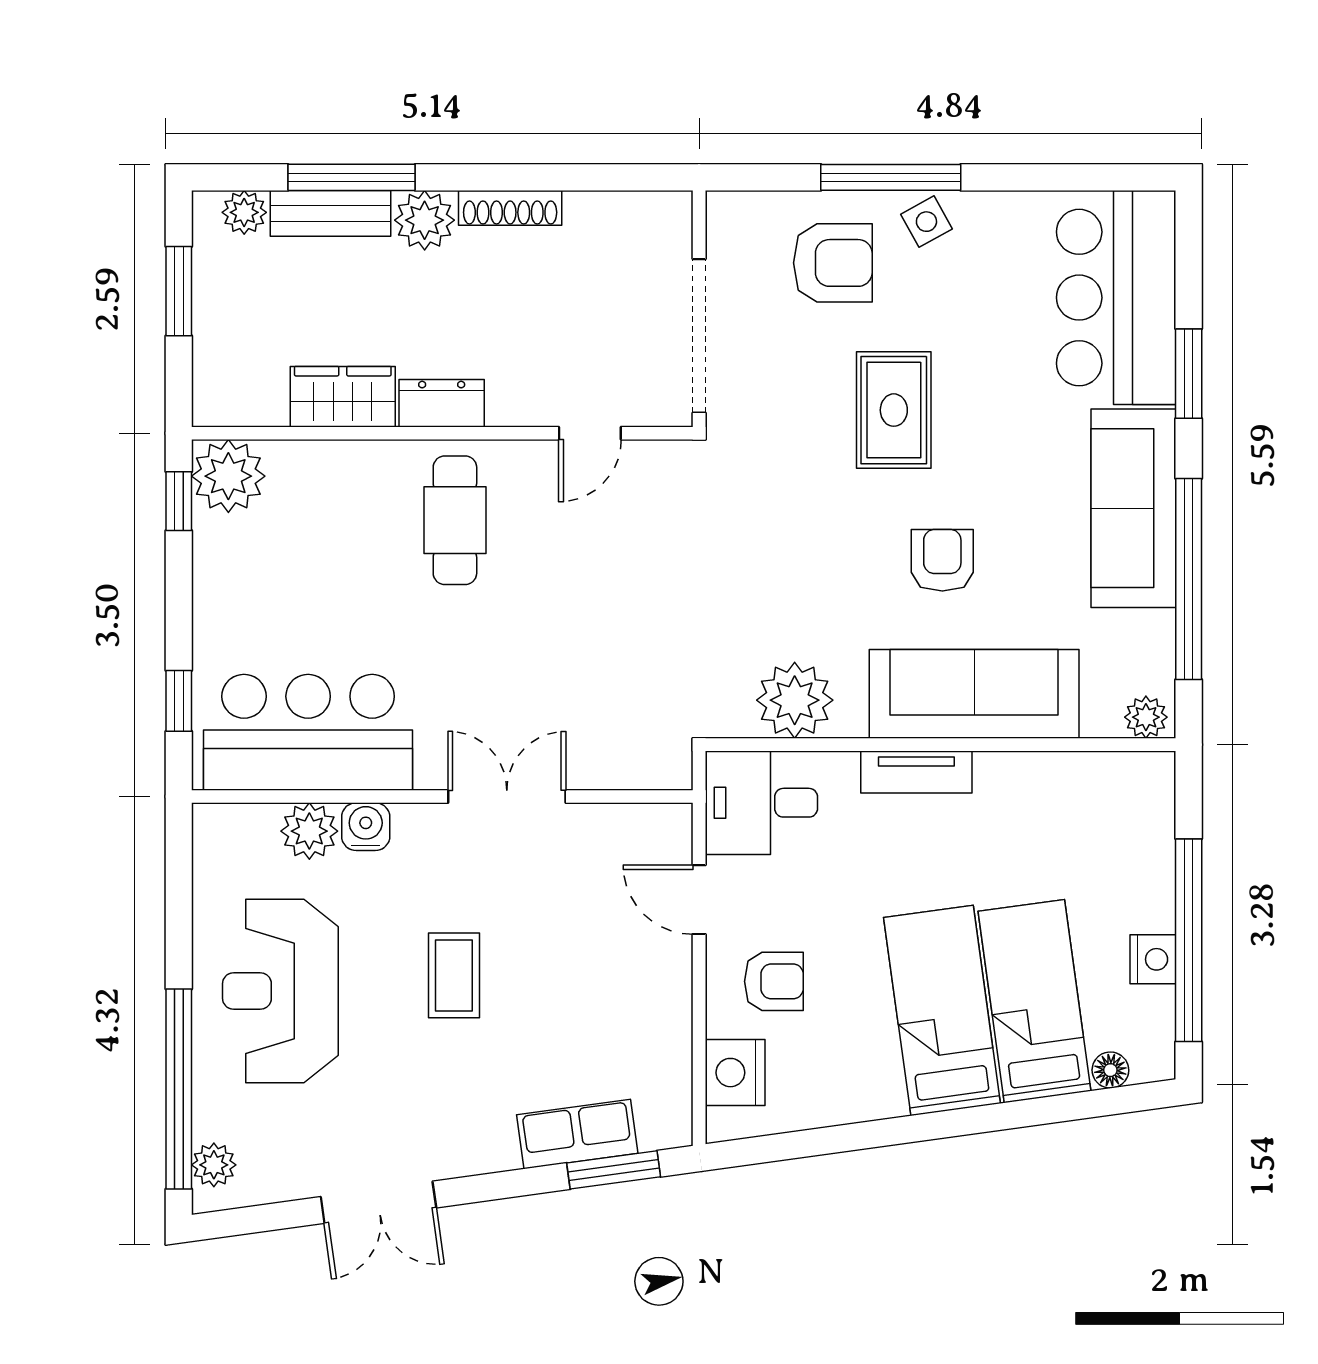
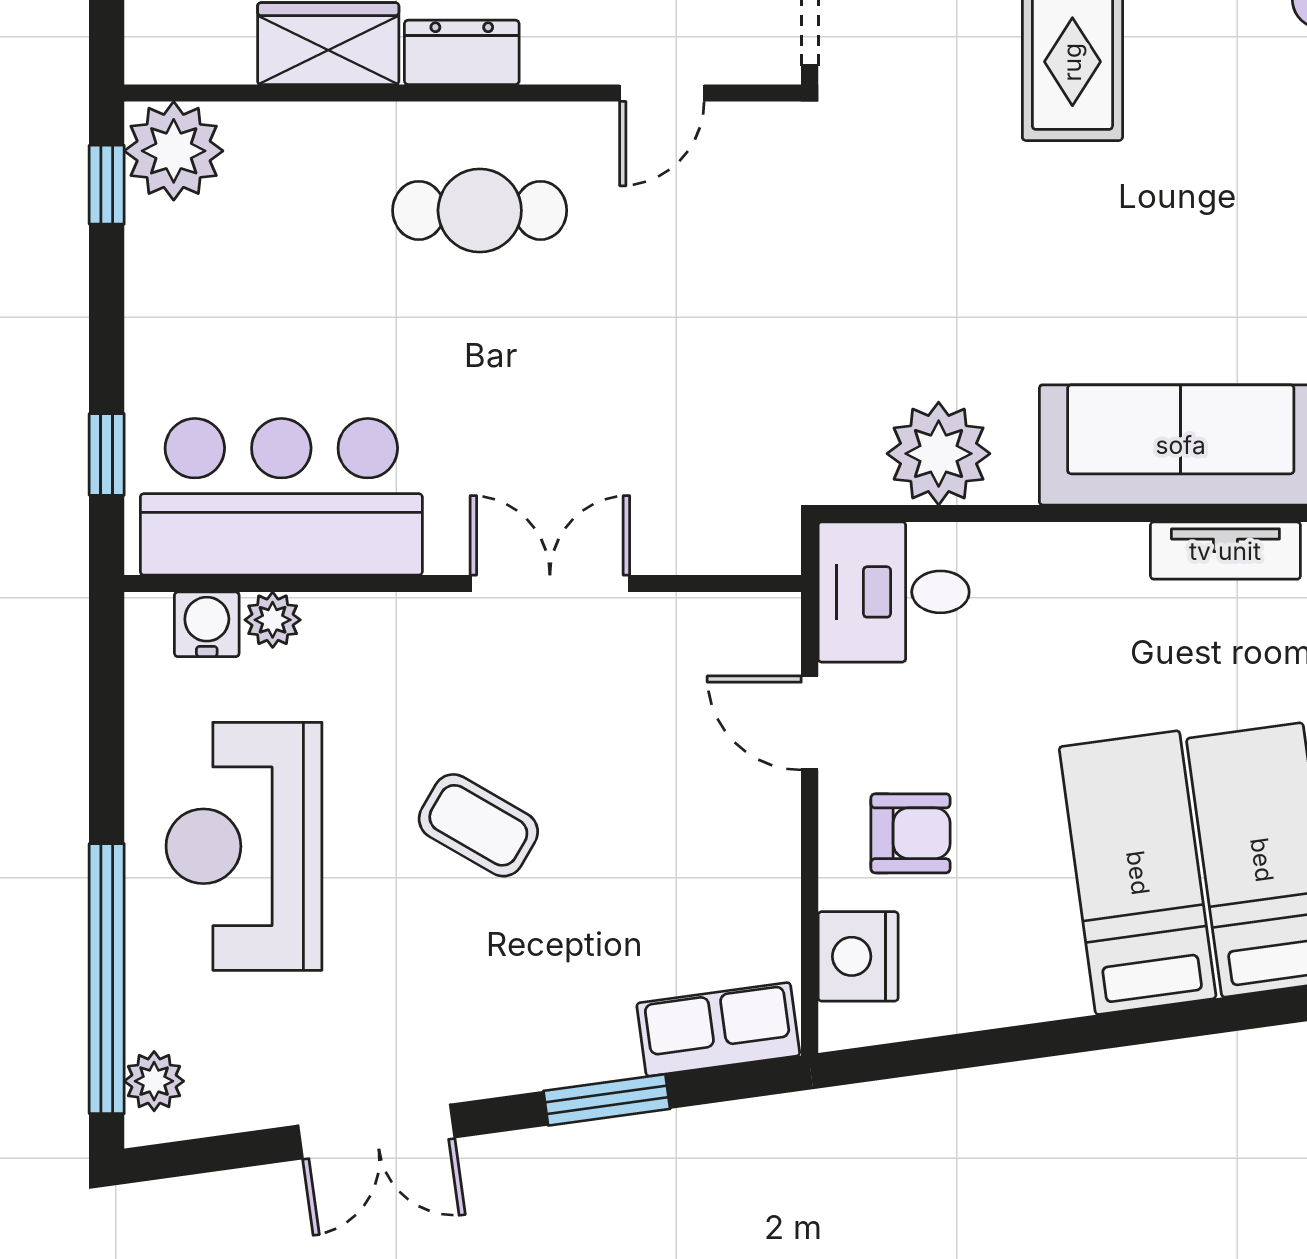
cafe table: (455, 520) -> (480, 210), turned 90
armchair: (942, 560) -> (1138, 264), removed
tv unit: (916, 772) -> (1225, 551), moved
water cooler: (366, 827) -> (207, 624), moved
plant: (309, 831) -> (273, 620), width x0.73, depth x0.73
coffee table: (454, 975) -> (478, 825), turned -60
row of seats: (577, 1134) -> (718, 1029), moved
window: (614, 1170) -> (607, 1100), moved

